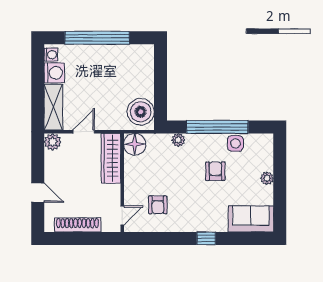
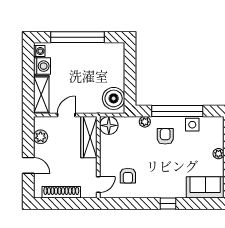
plant: (53, 142) -> (41, 137), moved
armchair: (215, 171) -> (165, 136), moved

